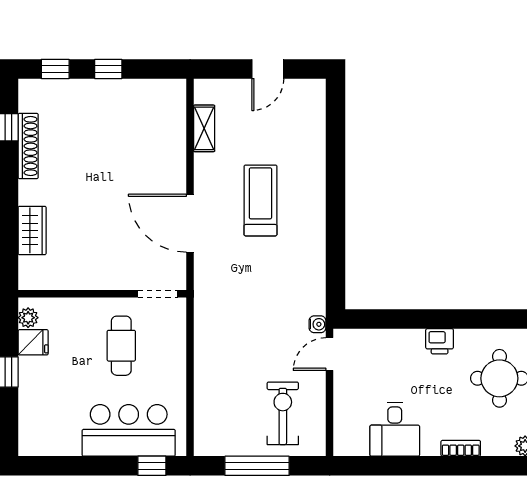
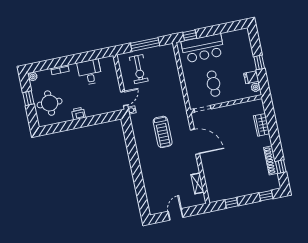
window: (108, 69) -> (231, 203), moved
treadmill: (260, 200) -> (163, 132), moved

